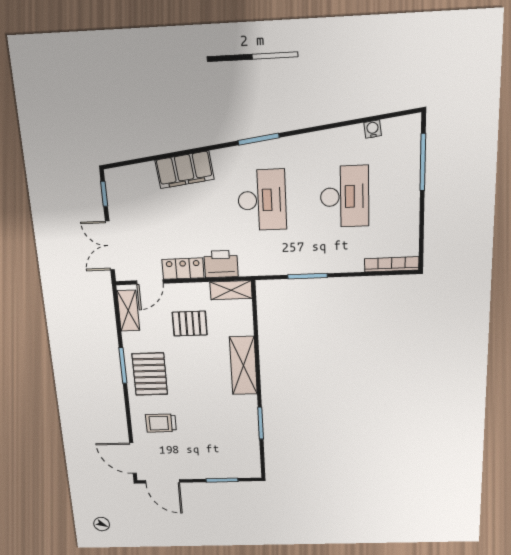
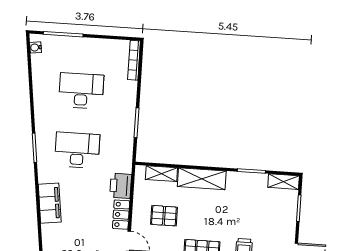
water cooler: (373, 129) -> (35, 47), moved
shelving: (231, 290) -> (161, 174), moved, turned 90
pallet: (190, 324) -> (164, 216), turned 90
shelving: (252, 461) -> (284, 182), added

